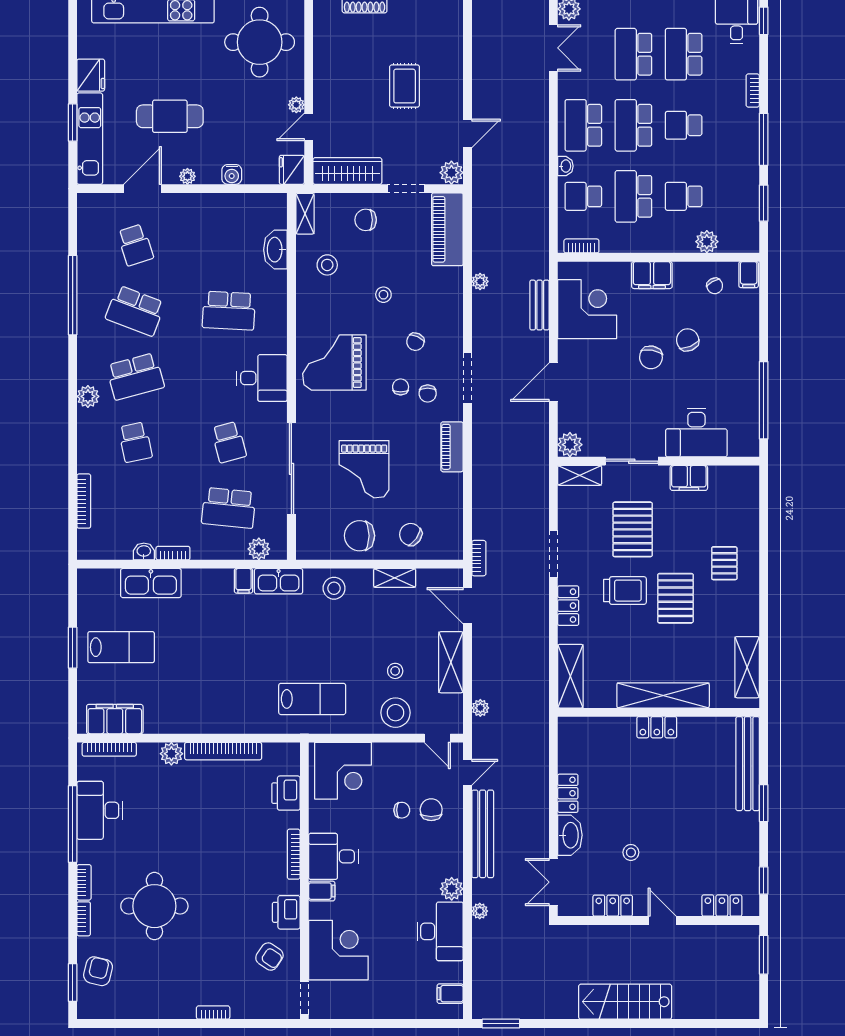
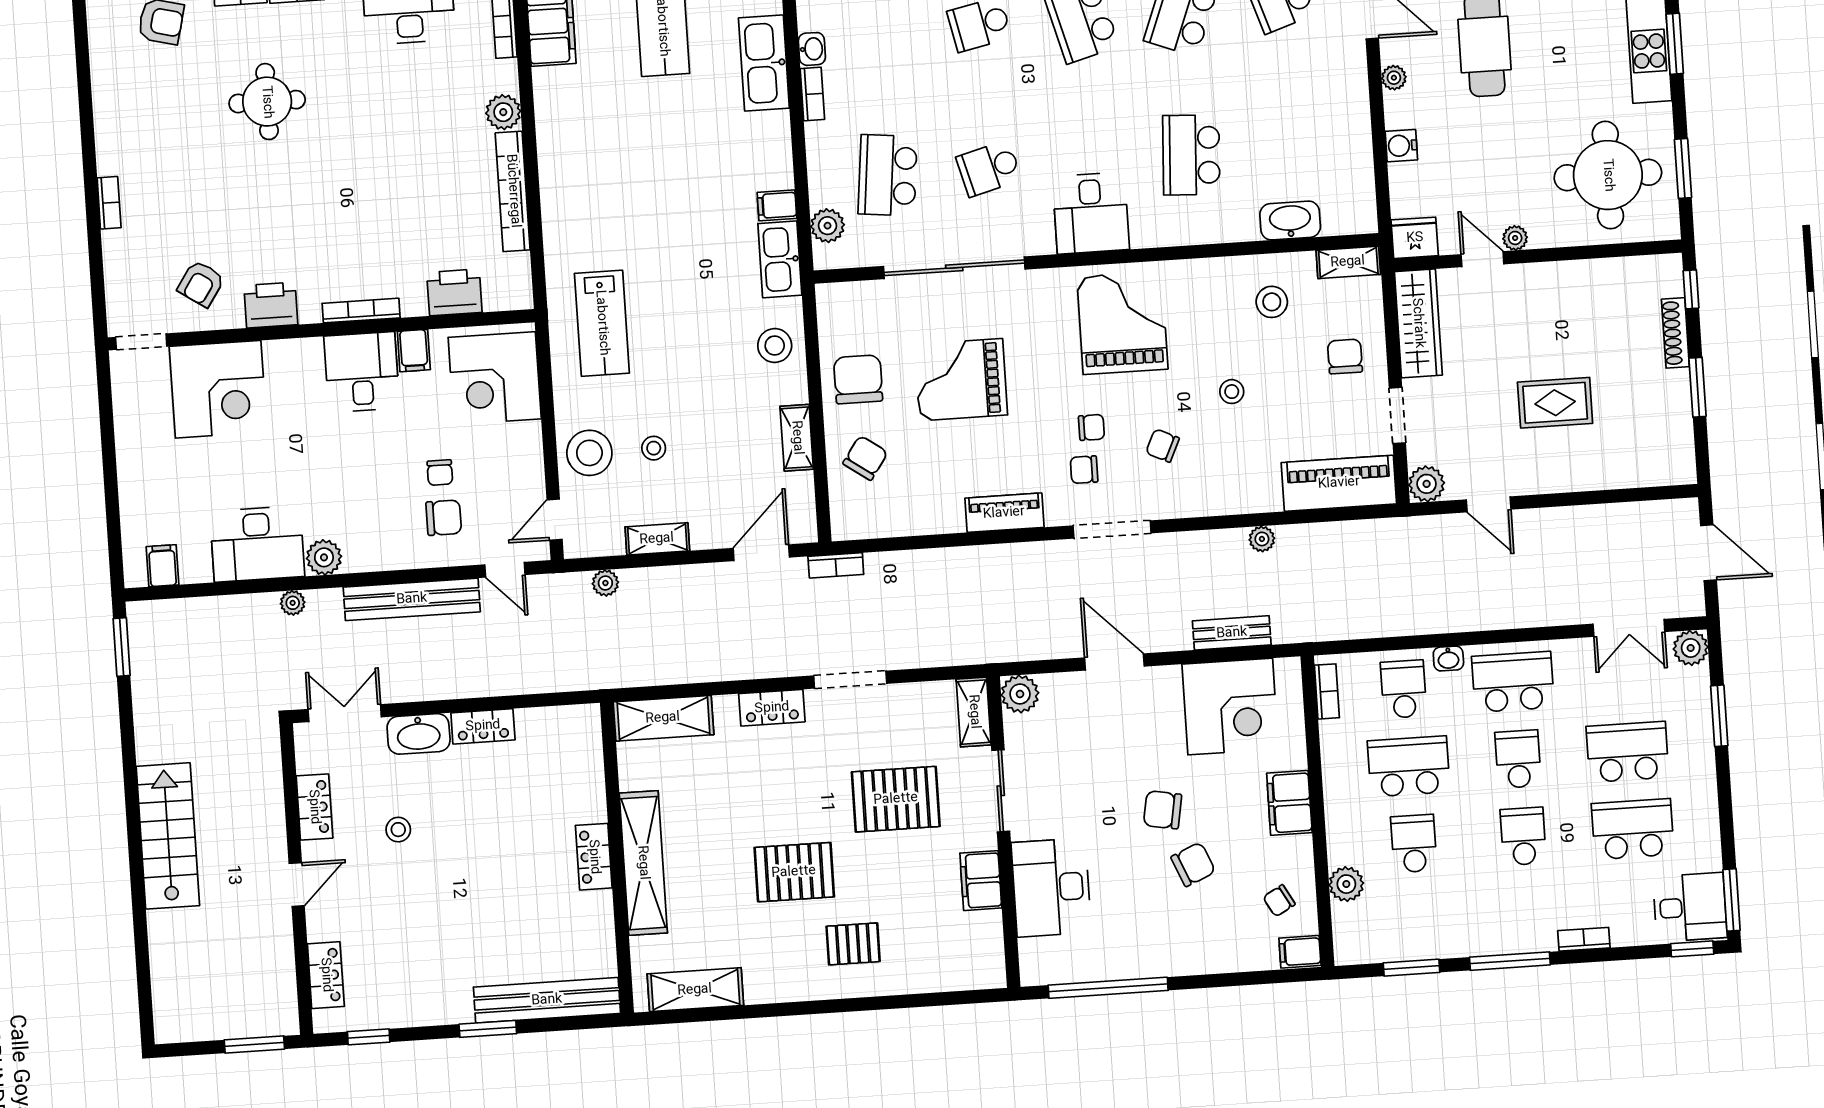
school desk: (633, 125) -> (1518, 759), width x0.54
trolley: (625, 591) -> (801, 794), removed
shelving: (451, 662) -> (657, 539), width x0.67, depth x0.75
filing cabinet: (322, 891) -> (414, 351), moved
round table: (154, 906) -> (267, 102), width x0.73, depth x0.73

